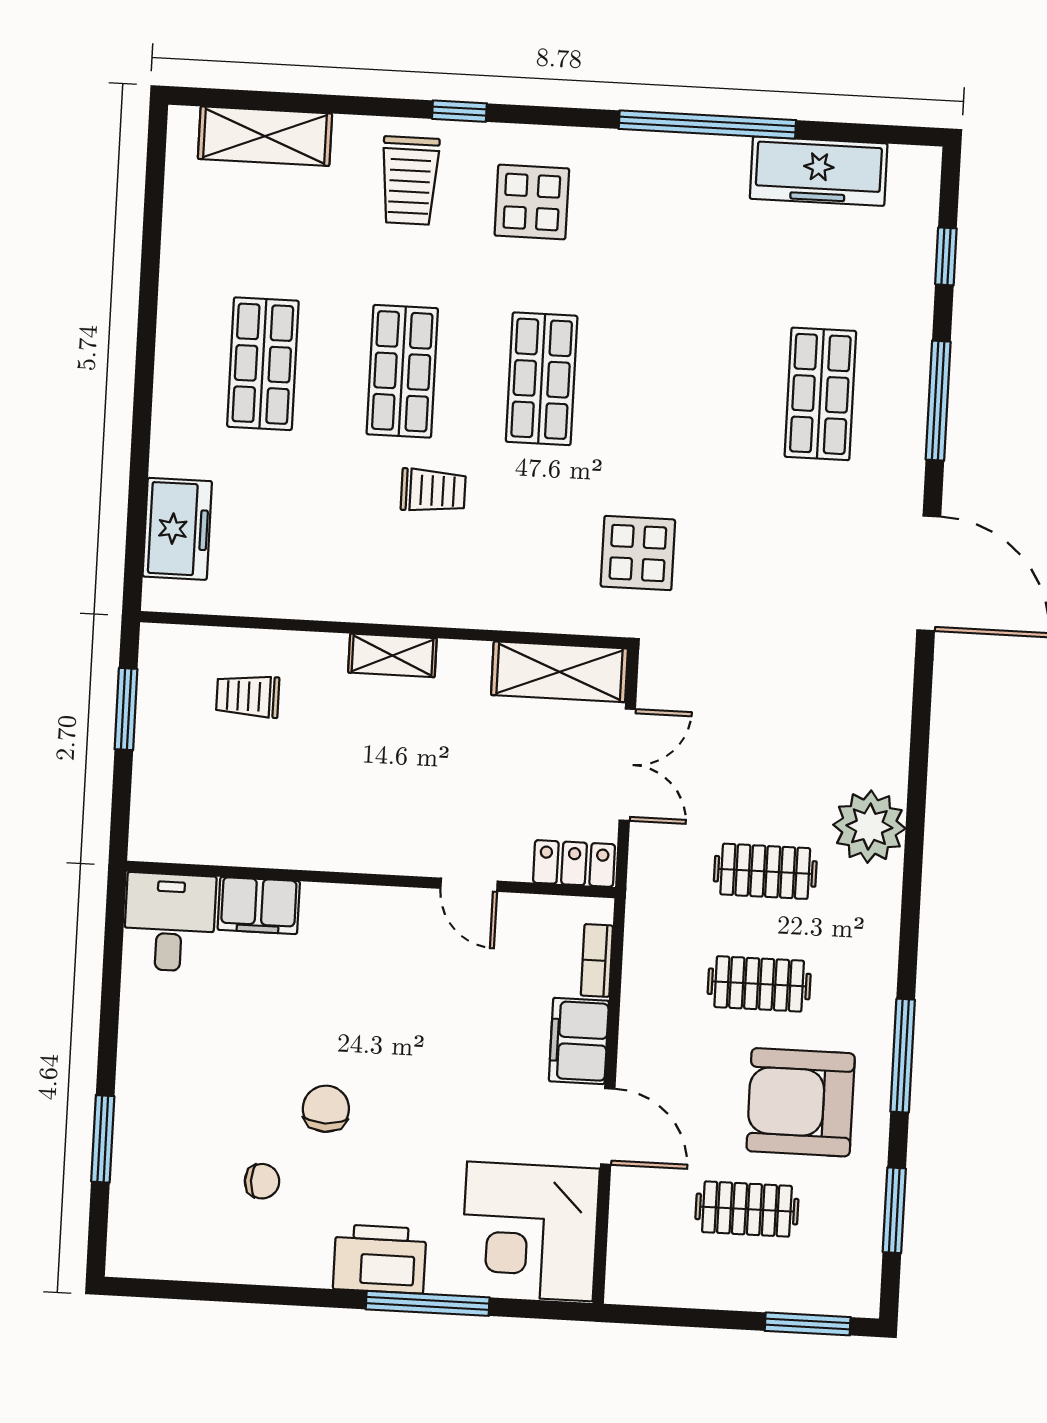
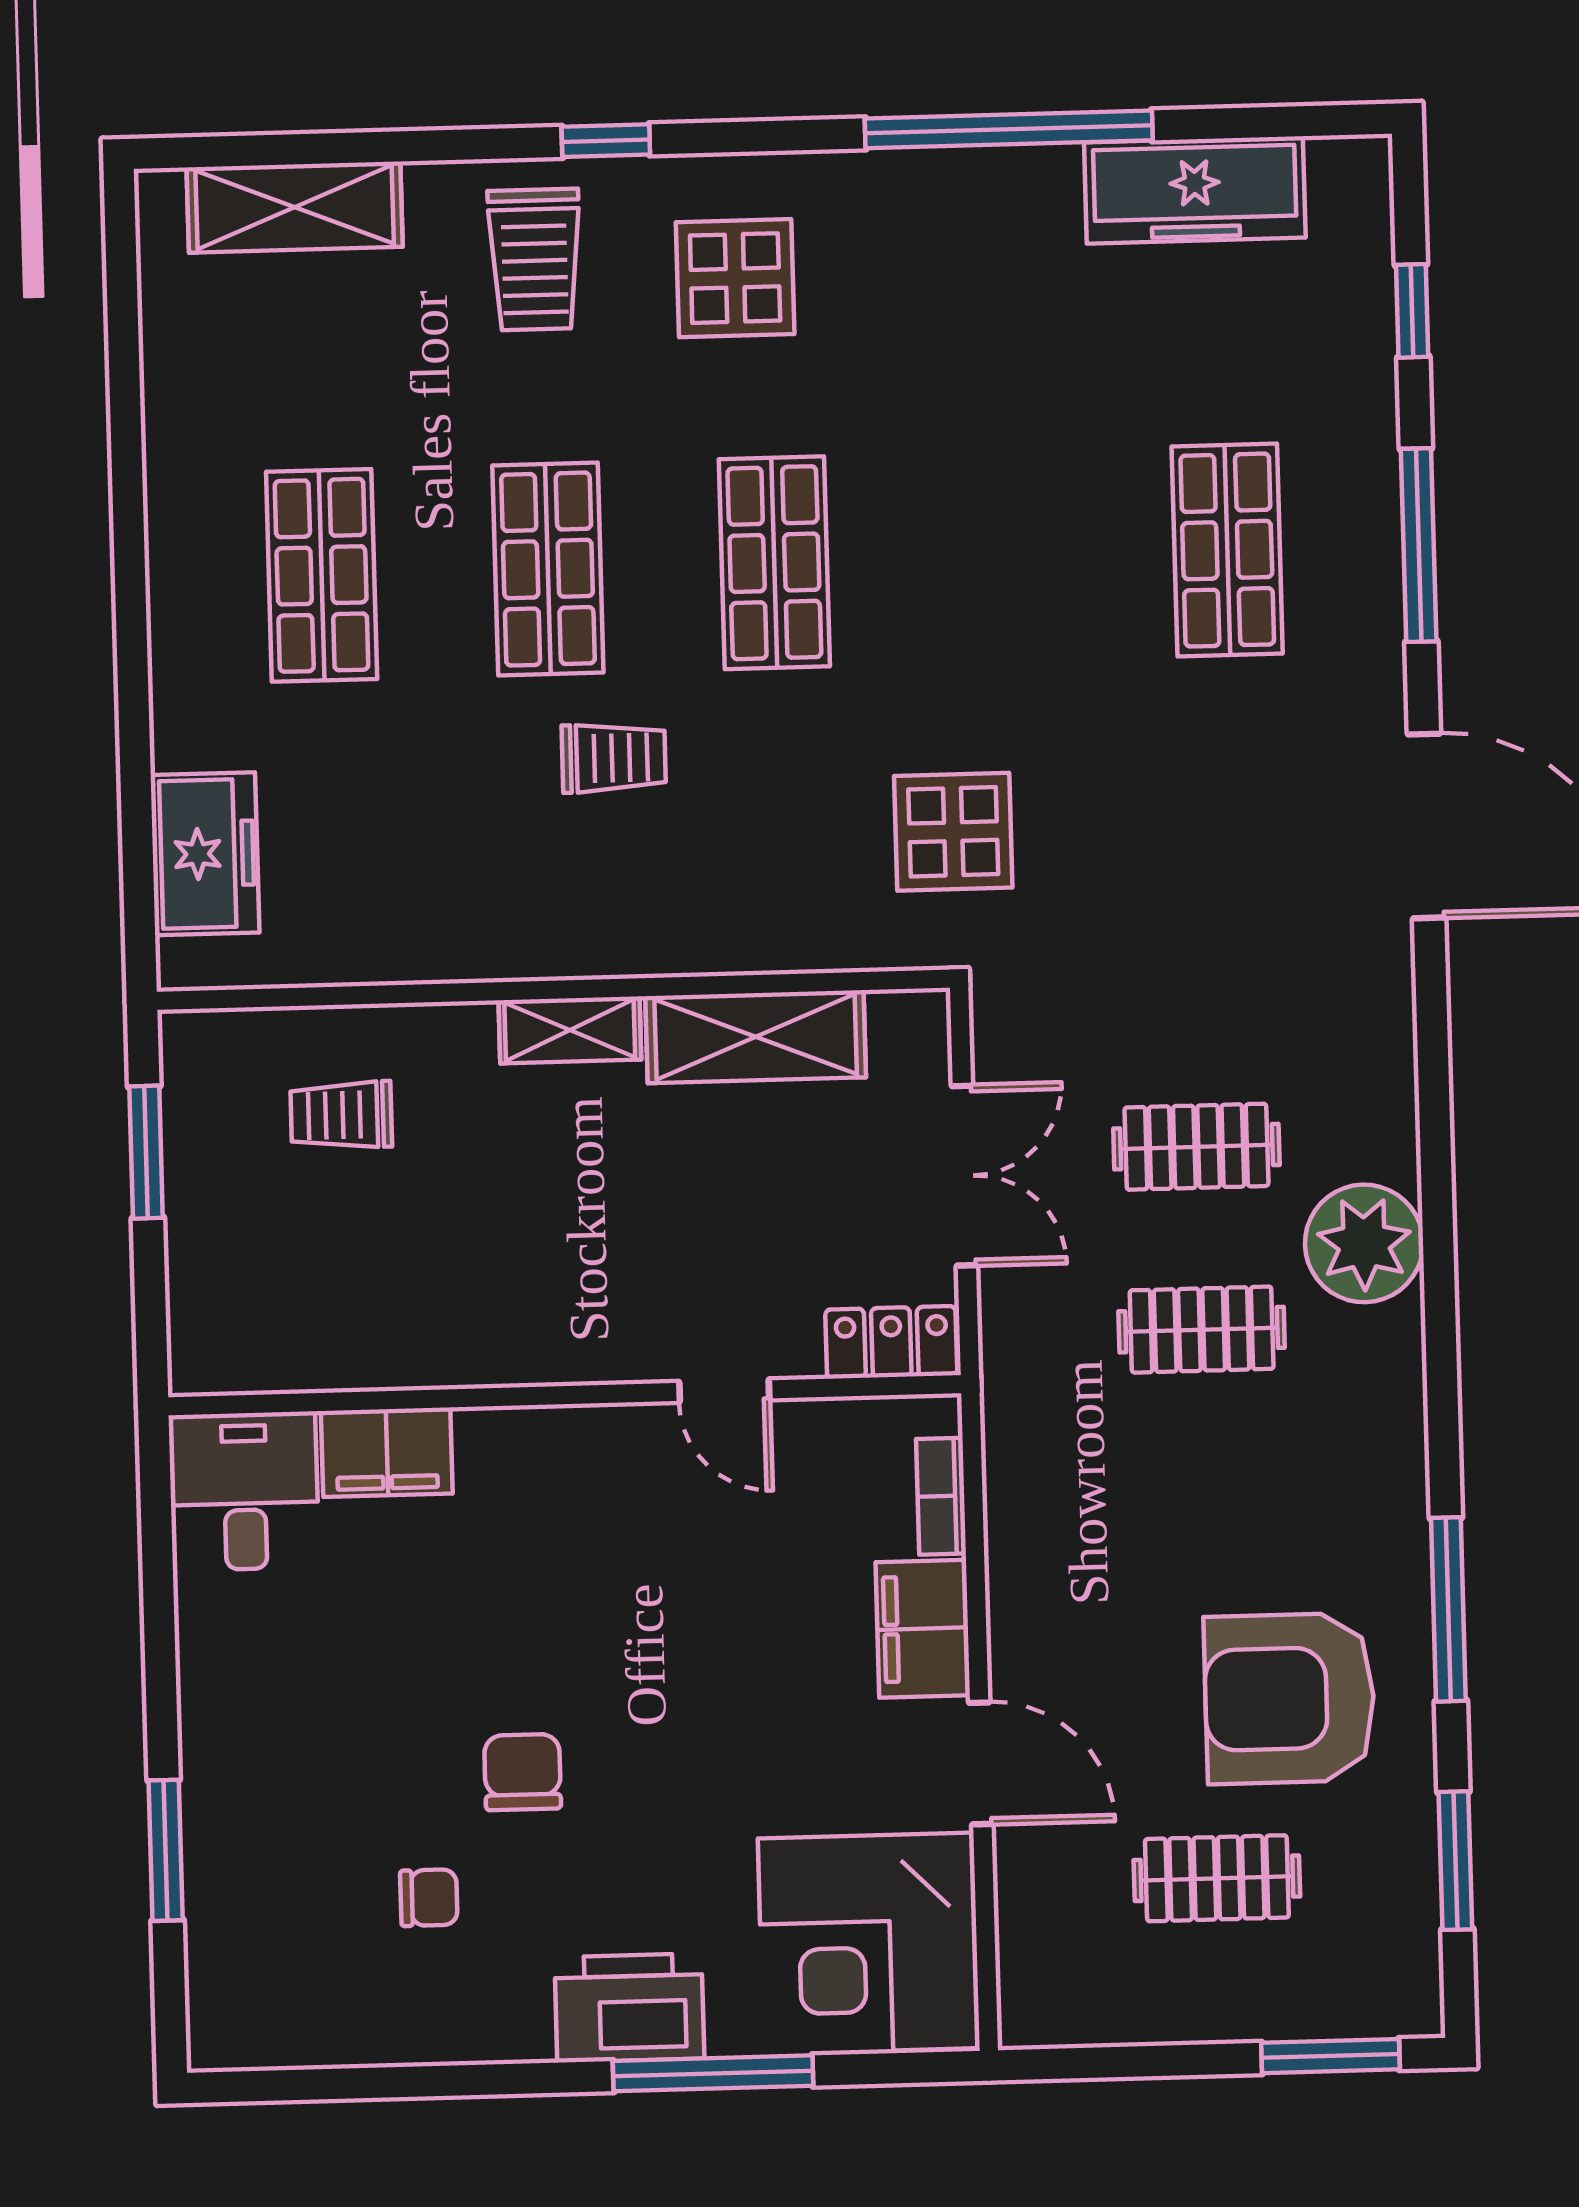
shelving: (559, 672) -> (756, 1037), moved
clothes rail: (759, 984) -> (1196, 1147), moved

